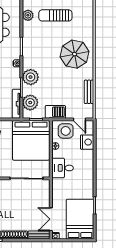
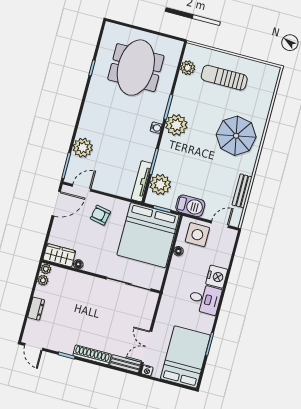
plant: (31, 77) -> (176, 125), moved
door: (80, 119) -> (220, 224), swing flipped
nightstand: (87, 142) -> (217, 277), moved
desk: (63, 168) -> (205, 299), moved, turned 180

